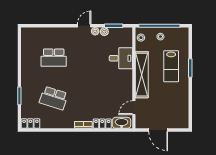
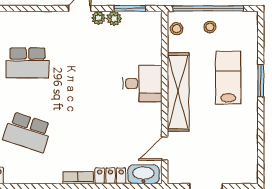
desk: (121, 58) -> (142, 84), moved
lab bench: (171, 66) -> (228, 78), turned 180

